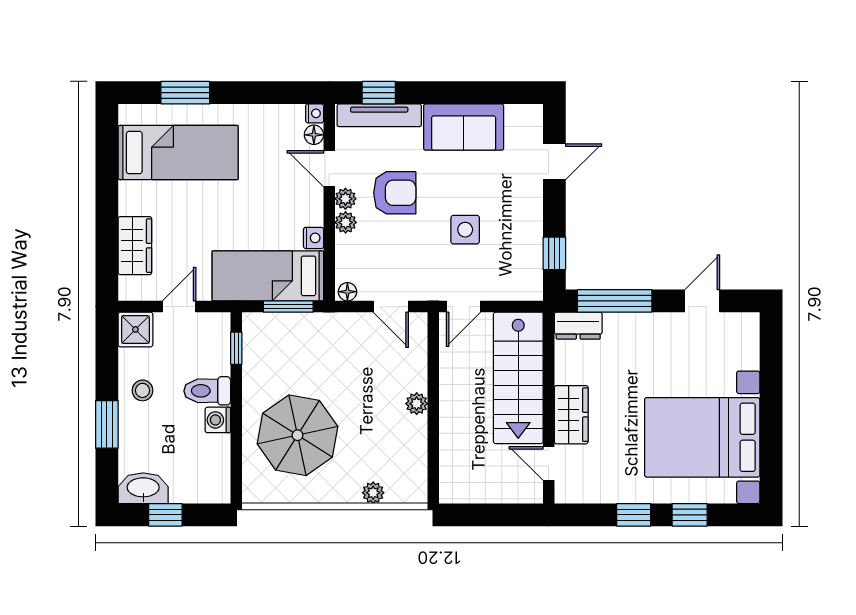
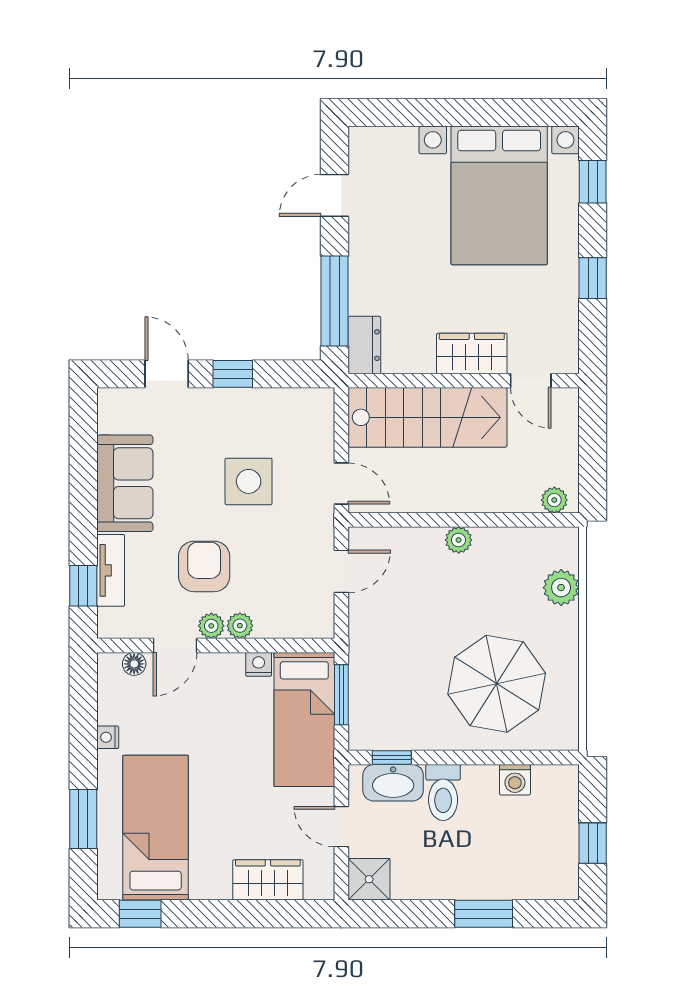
nightstand: (315, 113) -> (108, 737), moved, turned -90
tv unit: (379, 115) -> (111, 570), width x0.71
window: (107, 140) -> (140, 914), added
side table: (465, 230) -> (249, 481), width x1.37, depth x1.37
window: (554, 253) -> (233, 374), moved
floor lamp: (347, 292) -> (324, 623), removed
door: (702, 301) -> (335, 195), hinge flipped
stool: (143, 390) -> (443, 871), removed
washing machine: (218, 420) -> (515, 780), moved
door: (549, 463) -> (531, 381), hinge flipped
plant: (450, 483) -> (554, 500), added
washbasin: (143, 488) -> (393, 783), moved, turned -90
plant: (373, 493) -> (561, 588), width x1.38, depth x1.38
window: (690, 515) -> (593, 182), moved

